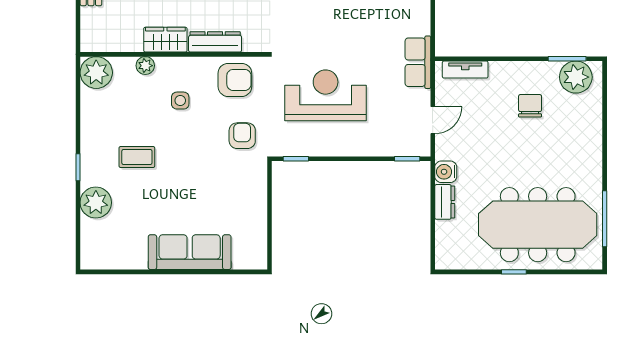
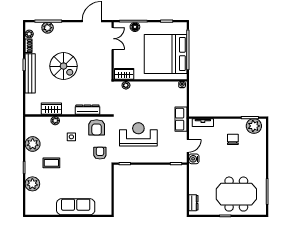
wardrobe: (165, 40) -> (51, 109), moved
plant: (96, 73) -> (33, 144), moved
armchair: (235, 80) -> (97, 127), turned 90
water cooler: (446, 172) -> (194, 159), moved
dresser: (445, 202) -> (193, 203), moved
meeting table: (538, 225) -> (236, 194), width x0.73

